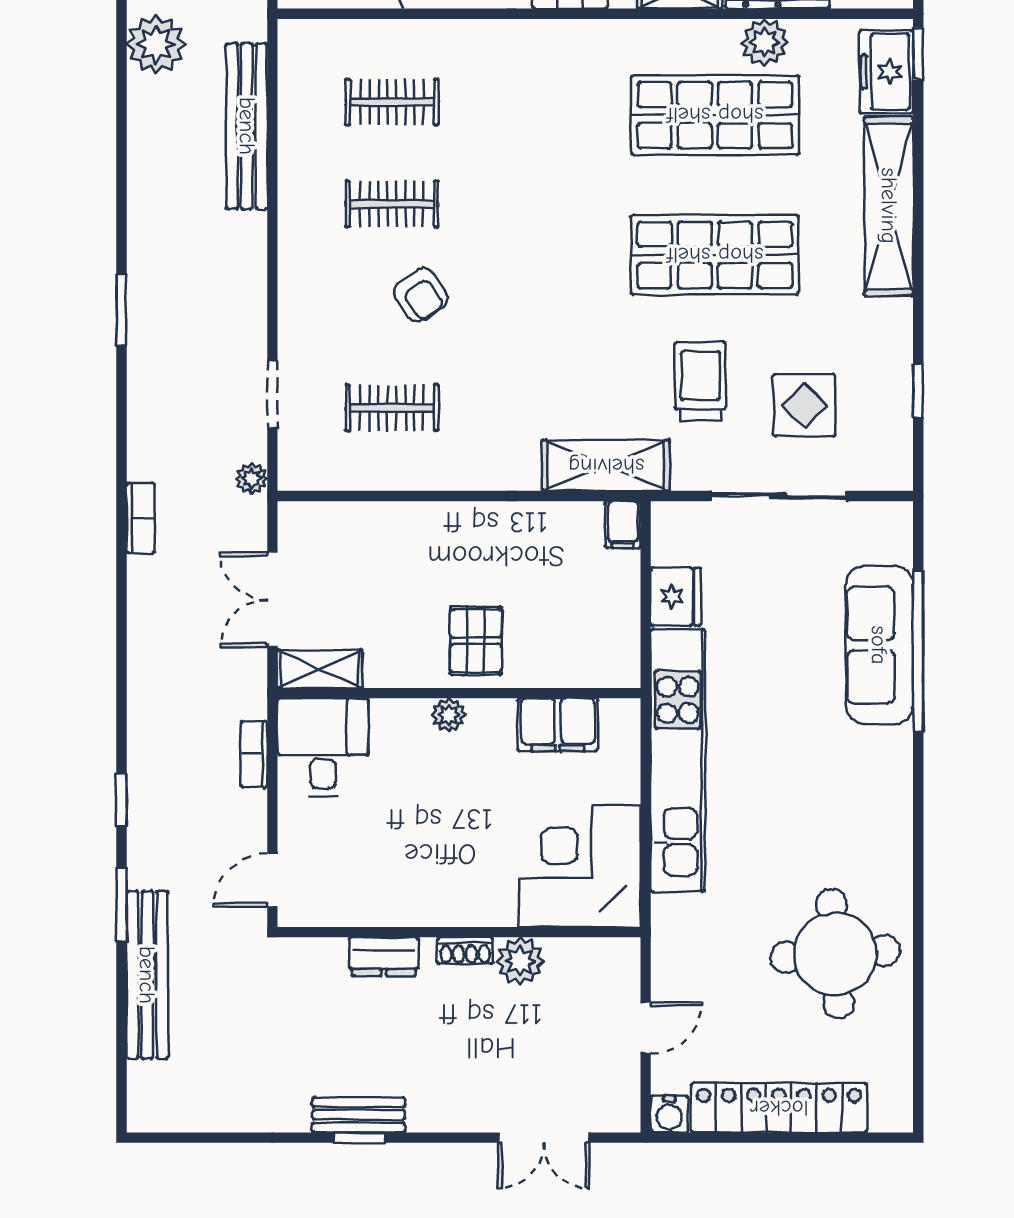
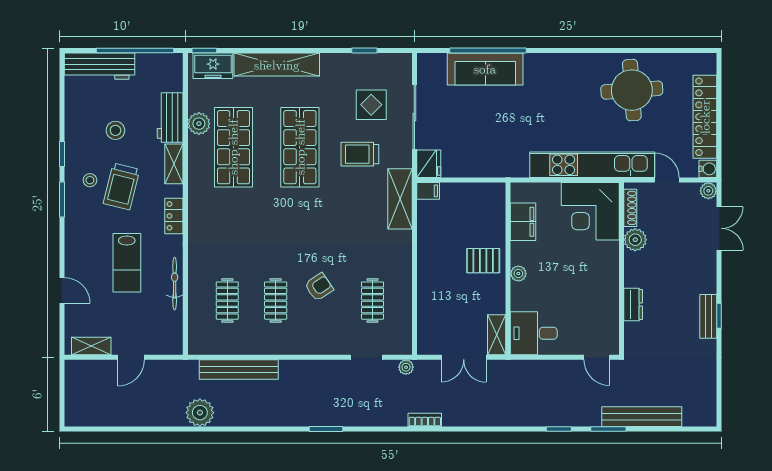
fridge: (676, 597) -> (429, 164), moved, turned 90
bookcase: (254, 754) -> (537, 366), removed
kitchen unit: (678, 760) -> (592, 165), moved
shoe rack: (465, 951) -> (630, 208), moved, width x1.43
plant: (623, 1115) -> (708, 191), added

